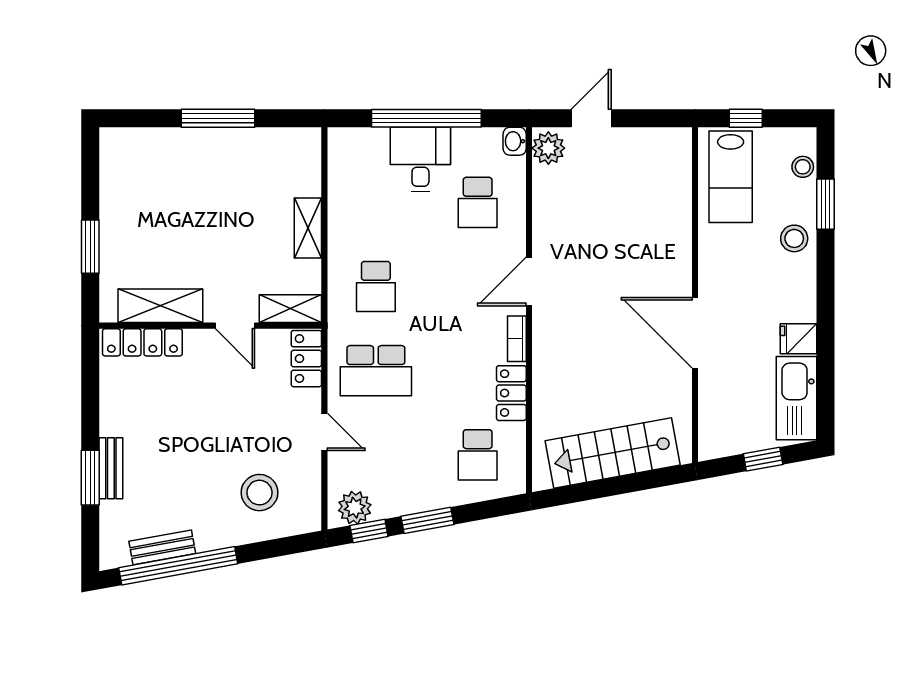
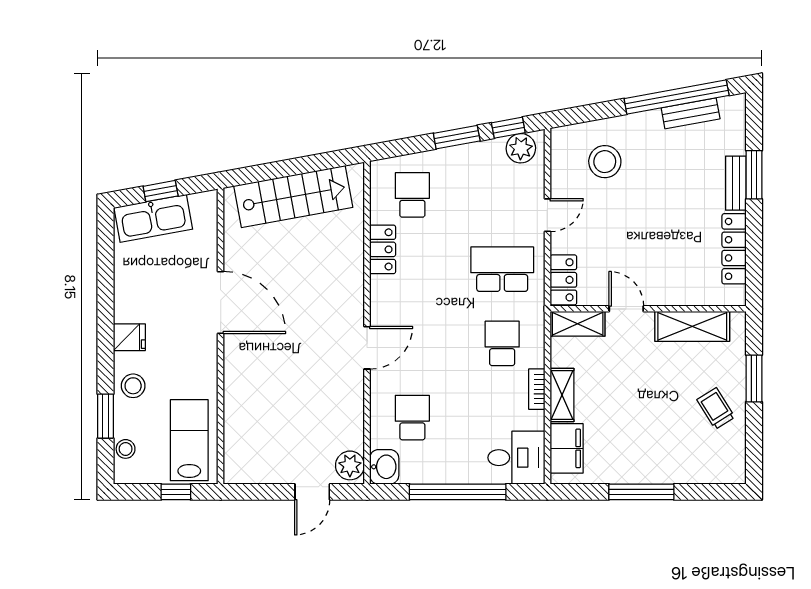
washbasin: (515, 141) -> (384, 467), width x1.38, depth x1.45
desk: (420, 159) -> (516, 458), moved, turned -90
filing cabinet: (303, 167) -> (567, 448), added
trolley: (134, 213) -> (716, 408), added
bookcase: (517, 339) -> (537, 389), moved, turned 180
fridge: (798, 339) -> (129, 337), moved
locker: (142, 342) -> (734, 249), moved, turned -90
kitchen sink: (797, 398) -> (153, 218), moved, turned 80
door: (324, 432) -> (547, 215), swing flipped

